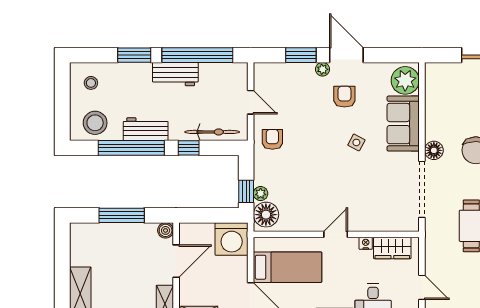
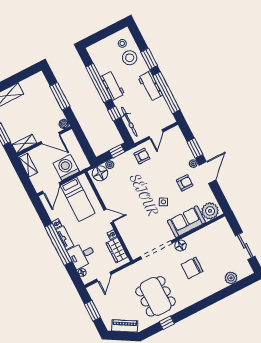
stool: (95, 123) -> (130, 58), moved
window: (246, 191) -> (117, 151), moved
washing machine: (232, 239) -> (66, 167), moved, turned 90

